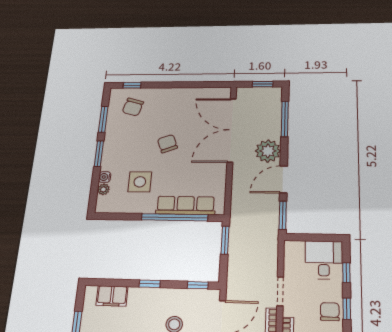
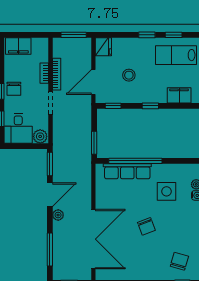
plant: (268, 151) -> (58, 215), width x0.53, depth x0.53
plant: (295, 249) -> (40, 136), added

